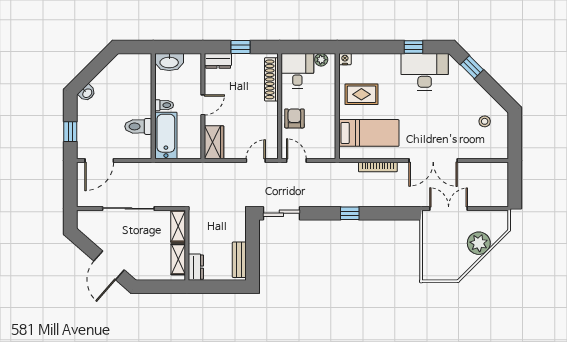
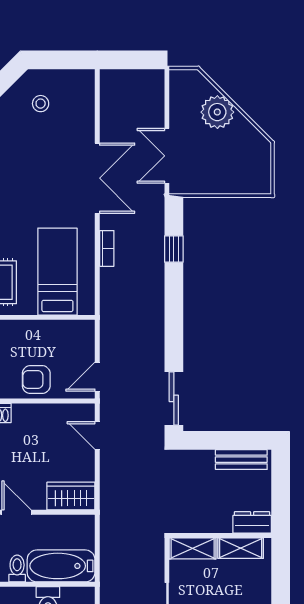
bookcase: (378, 167) -> (107, 248), width x0.64
window: (350, 213) -> (174, 249), moved

